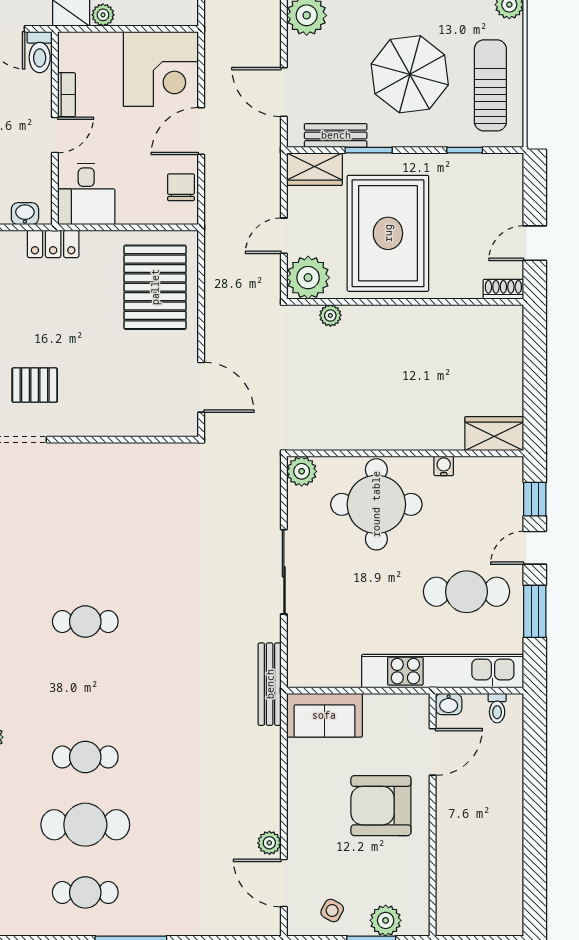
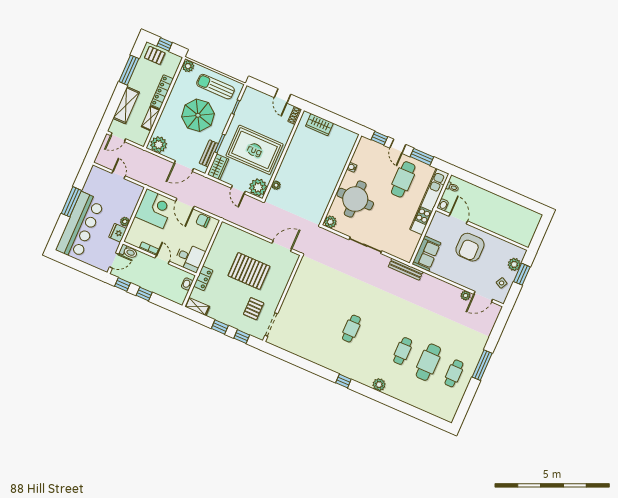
pallet: (155, 287) -> (249, 271), moved
wardrobe: (494, 434) -> (319, 125), moved, turned -90

